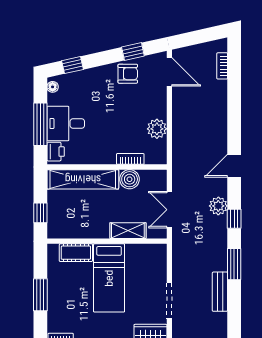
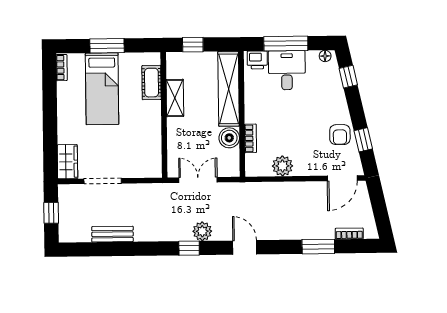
shelving: (128, 231) -> (175, 98), moved
window: (234, 264) -> (318, 247), moved
bed: (109, 278) -> (102, 89), moved, turned -90

